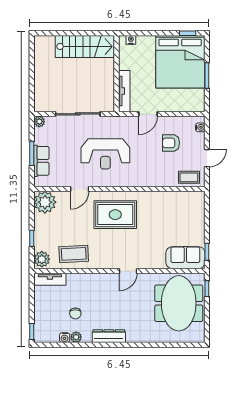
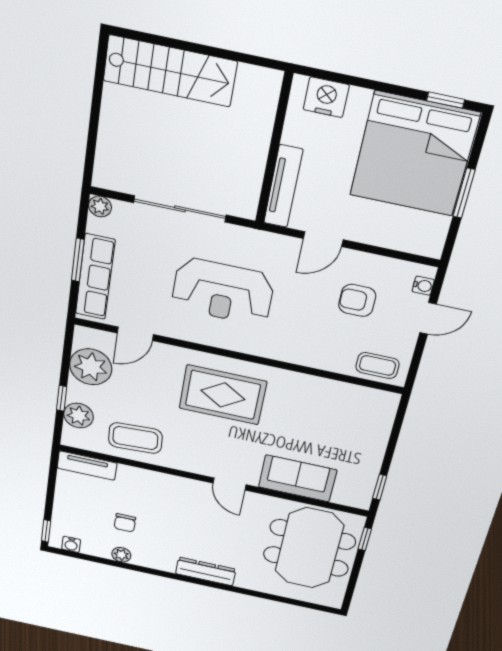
nightstand: (131, 40) -> (326, 97), width x1.89, depth x1.79
stairs: (85, 46) -> (170, 71), moved
door: (207, 158) -> (428, 318), moved
row of seats: (41, 161) -> (95, 277), width x1.48
door: (80, 189) -> (135, 334), moved
plant: (45, 202) -> (91, 367), moved
sofa: (185, 258) -> (297, 478), moved
plant: (42, 259) -> (79, 416), moved
door: (128, 271) -> (229, 484), hinge flipped
dresser: (109, 336) -> (206, 571), moved
water cooler: (65, 338) -> (71, 544), moved

